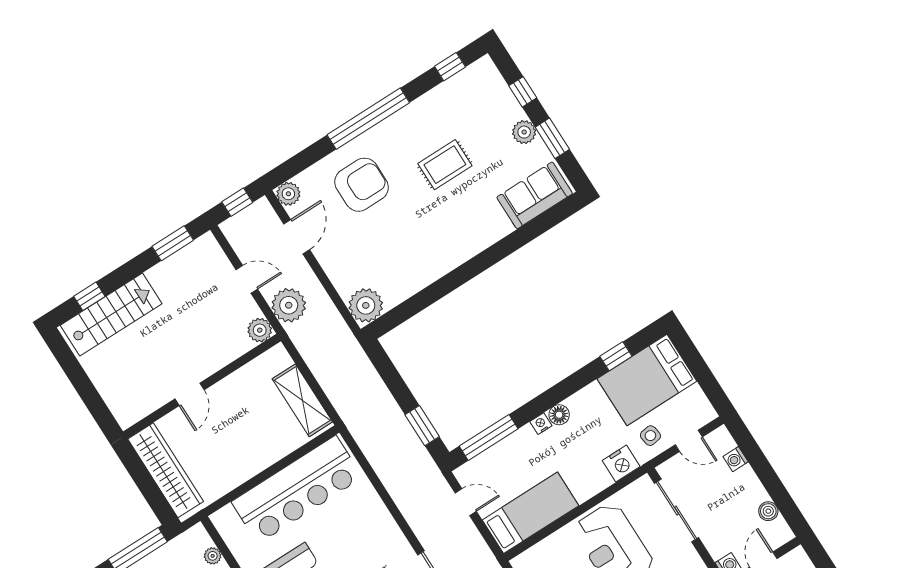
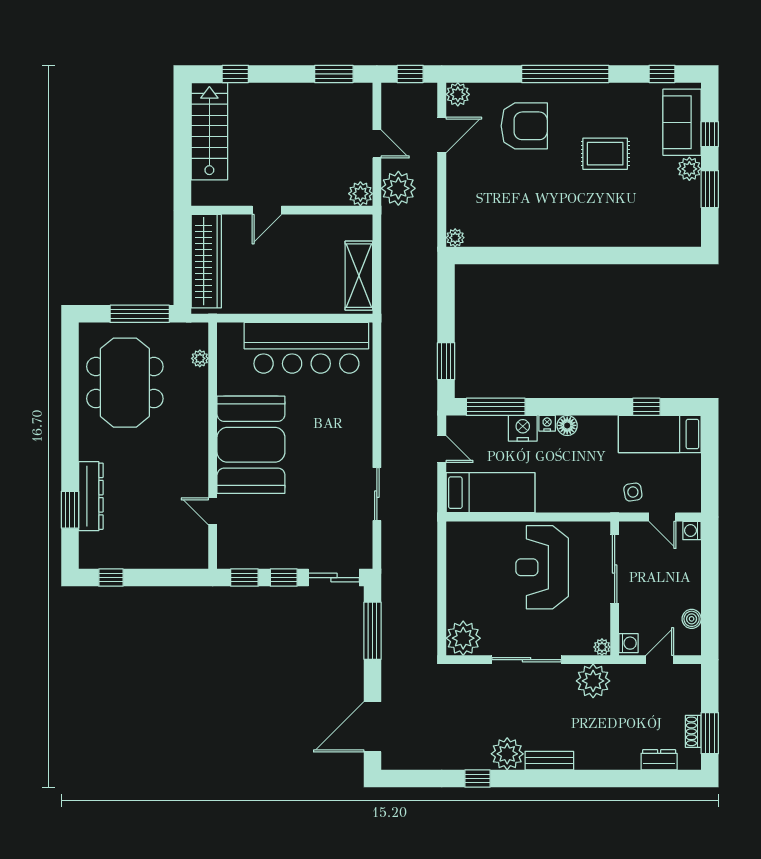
sofa: (535, 195) -> (682, 122), moved, turned -90
plant: (366, 305) -> (455, 238), width x0.53, depth x0.53
stairs: (111, 315) -> (209, 131), moved, turned -90
bed: (647, 380) -> (660, 434), width x0.67
washing machine: (736, 459) -> (692, 530), moved
nightstand: (621, 464) -> (523, 428), moved, turned 180

